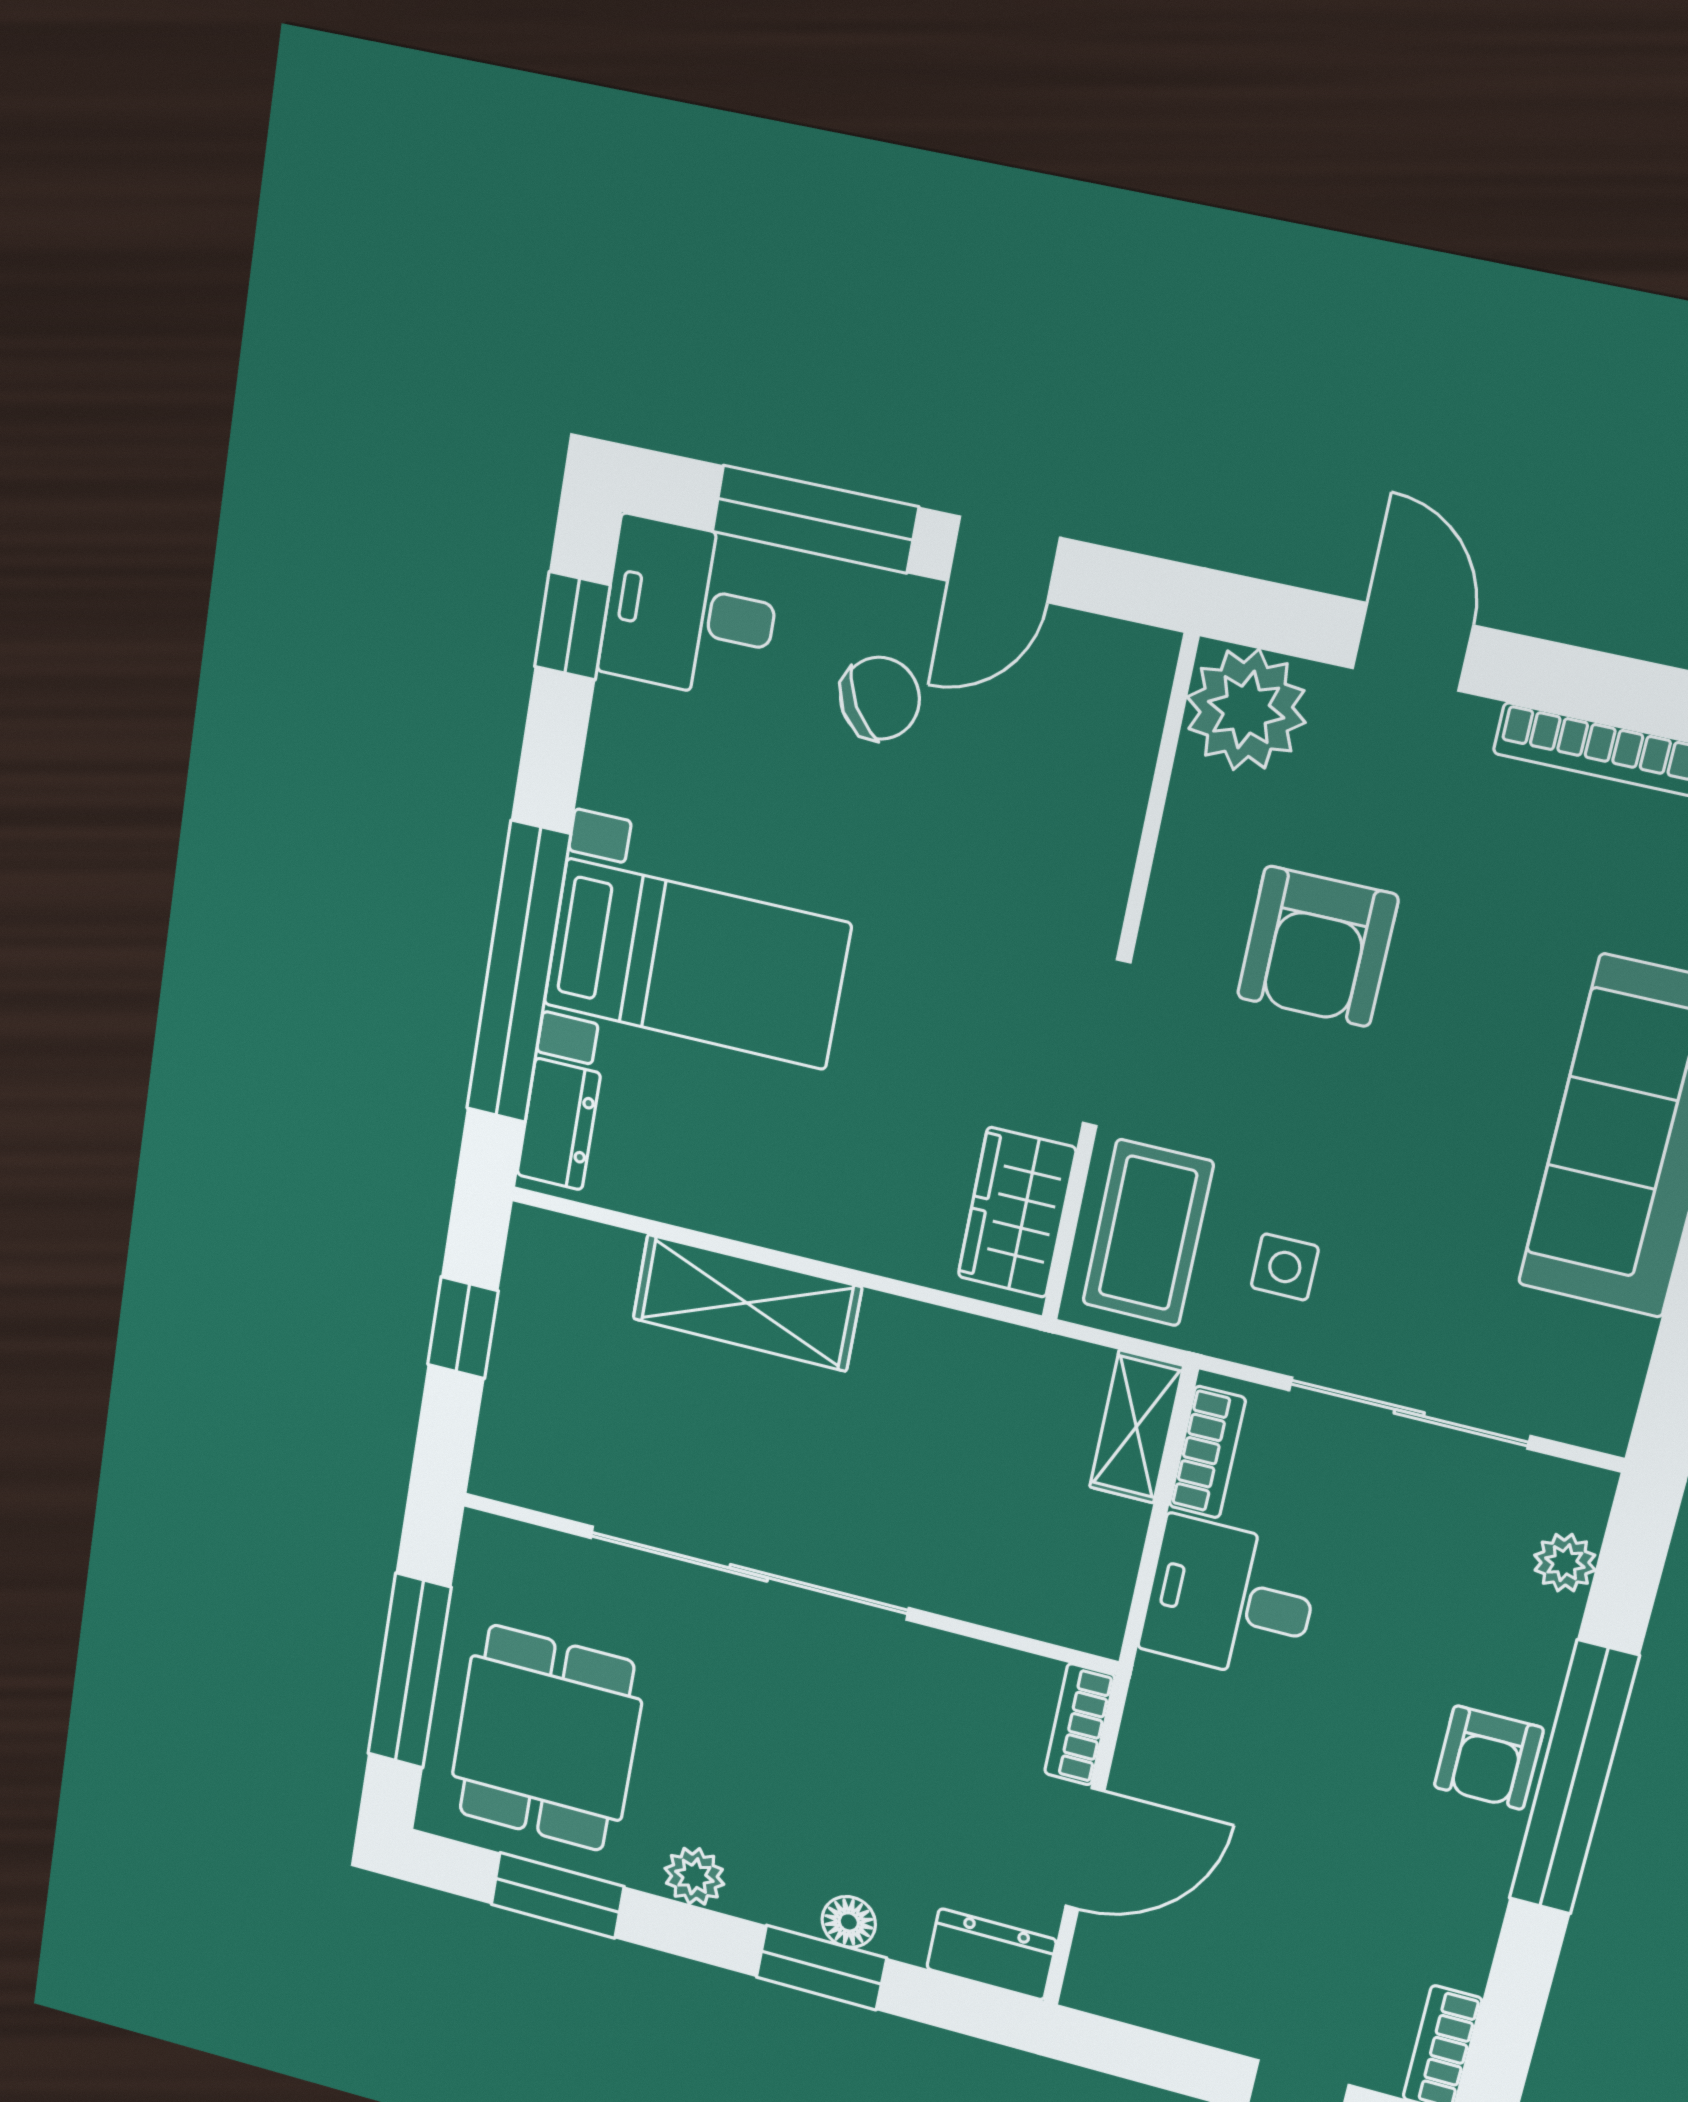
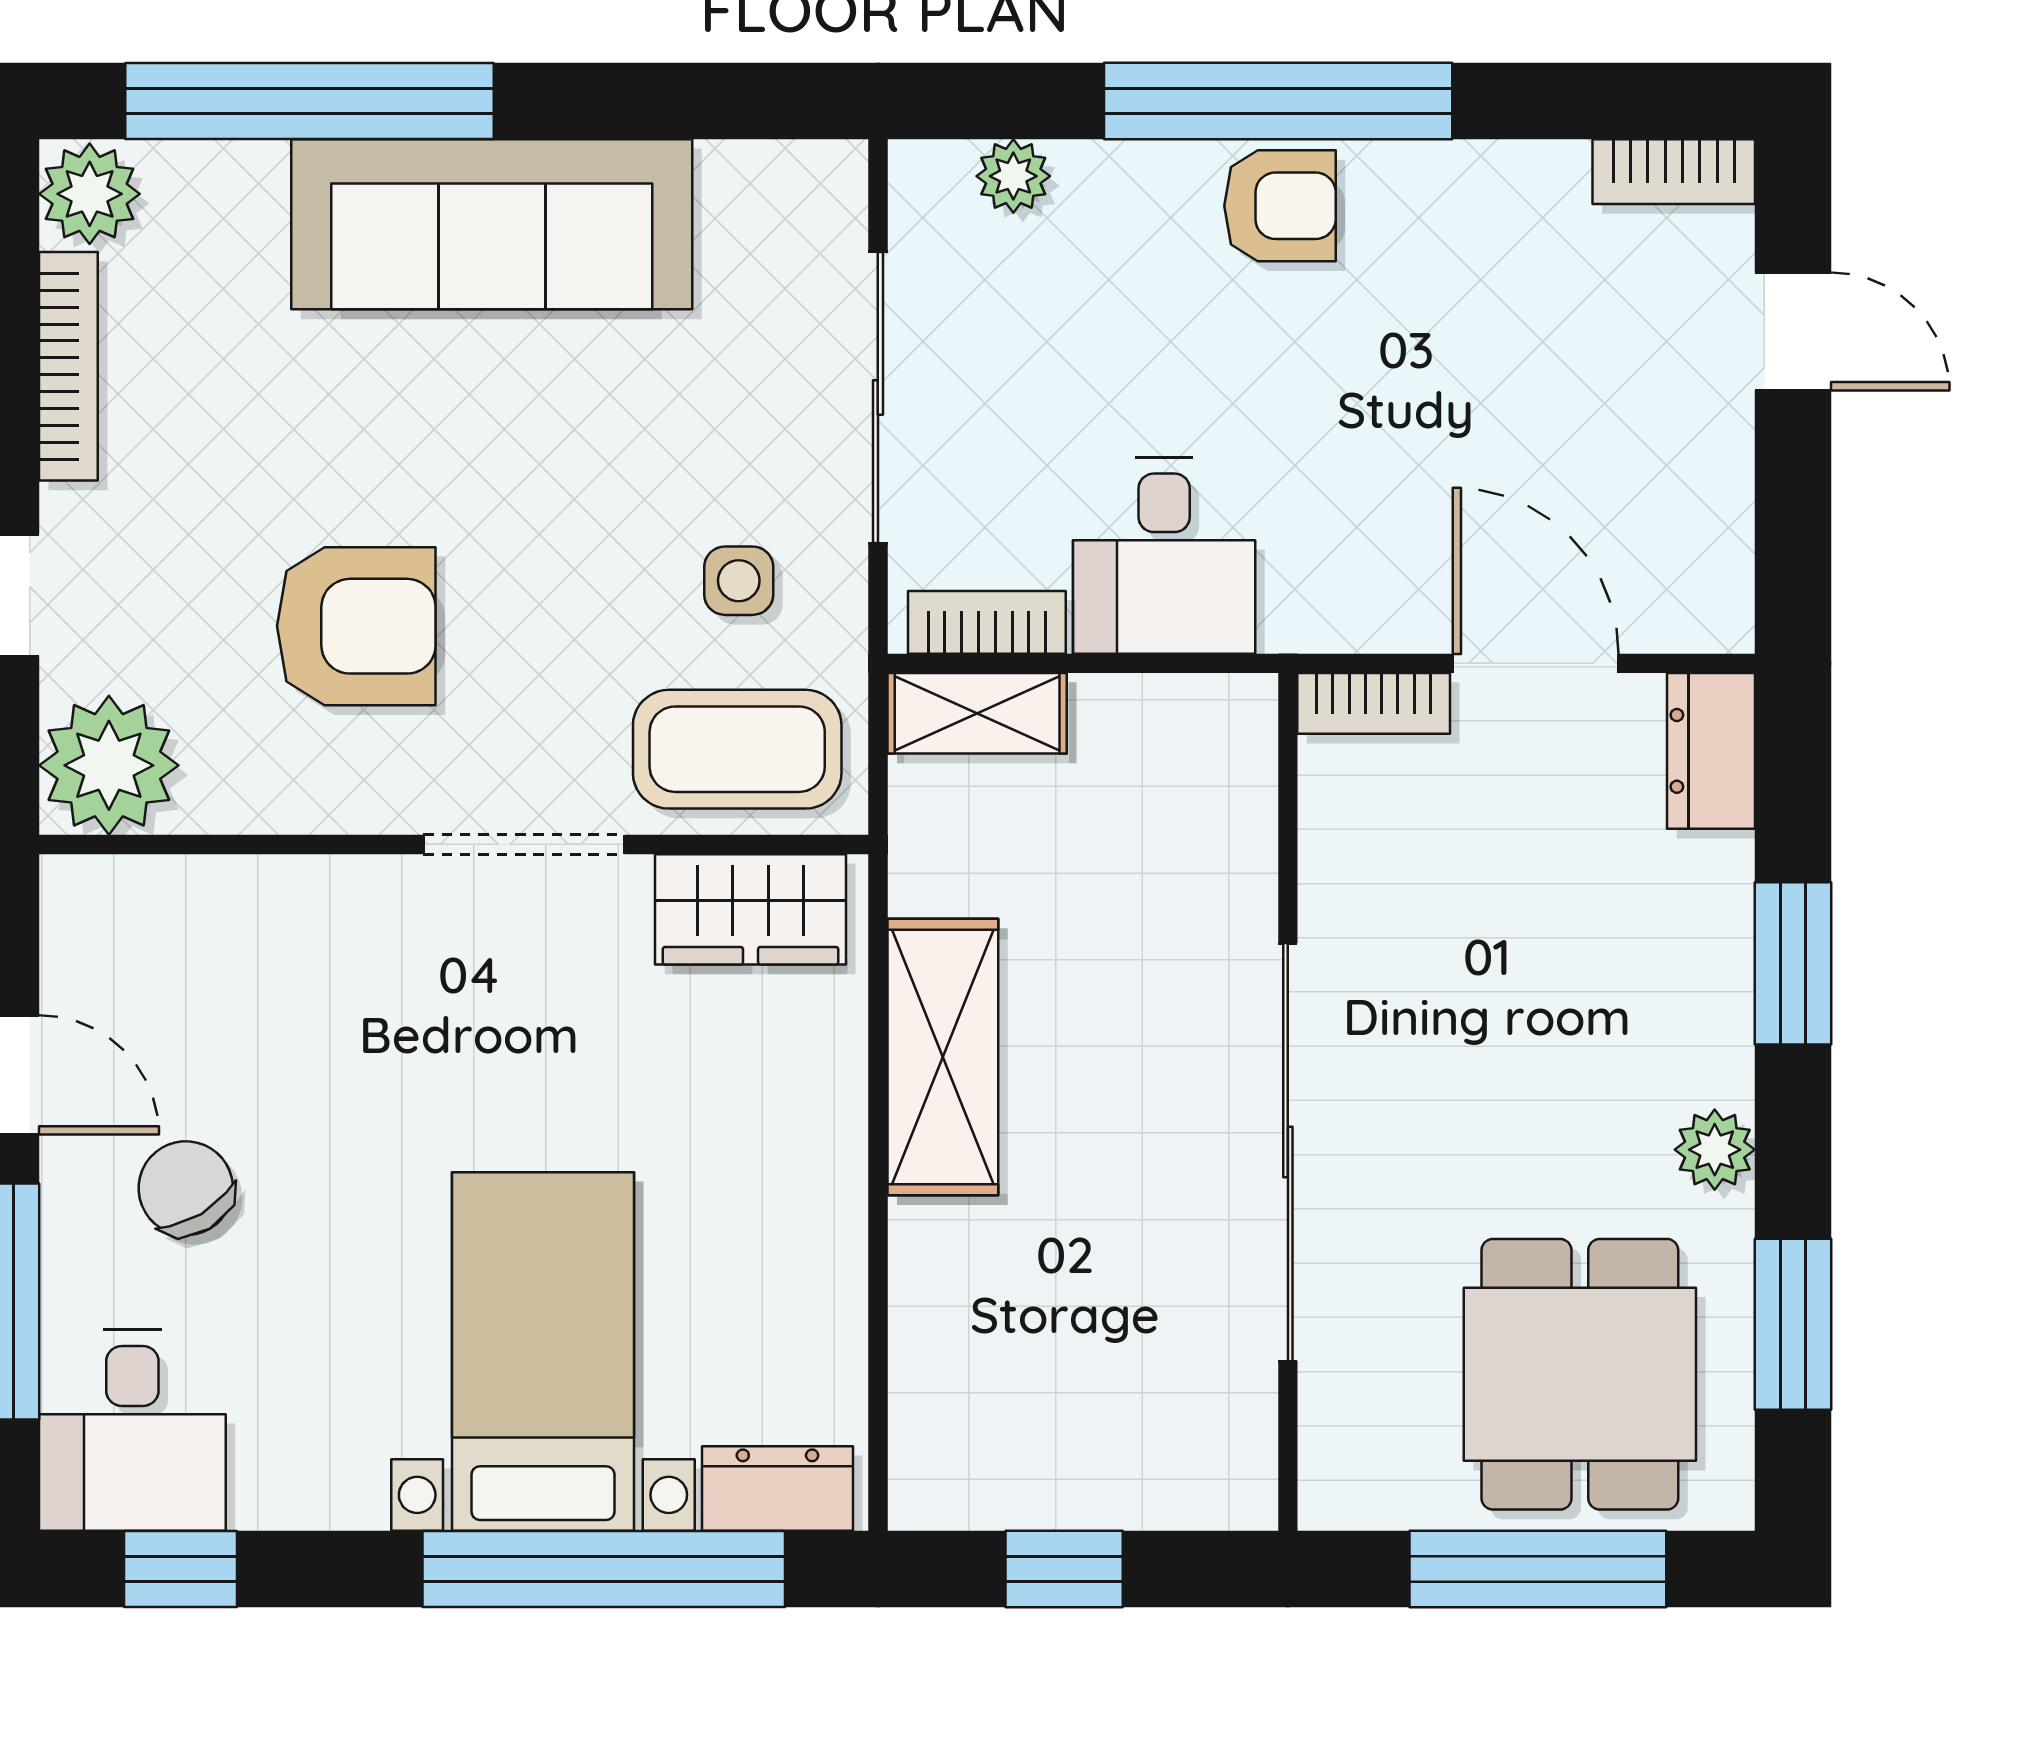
shelving: (747, 1303) -> (943, 1057), moved
dining table: (546, 1738) -> (1580, 1374), turned 90
floor lamp: (849, 1922) -> (1720, 940), removed

